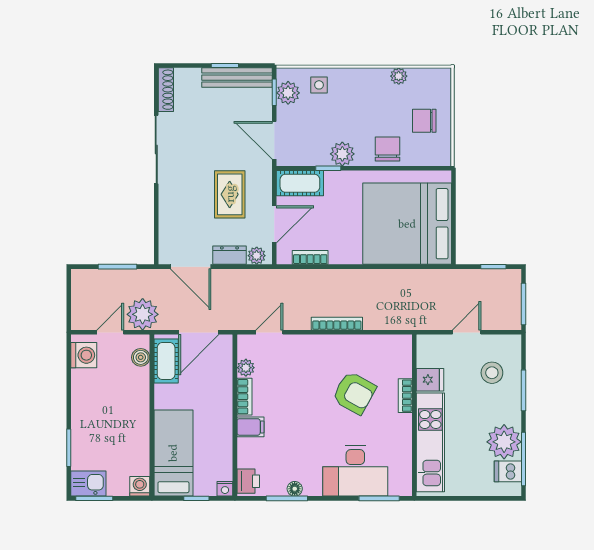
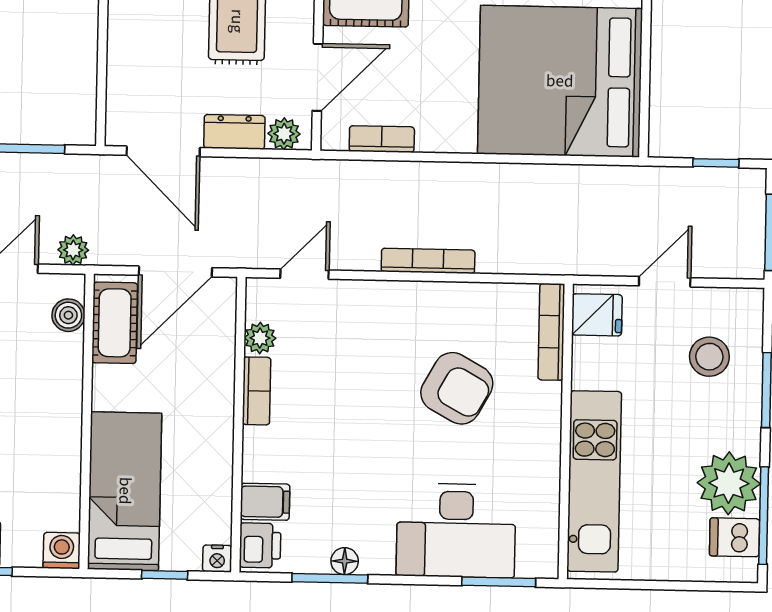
plant: (143, 314) -> (73, 250), width x0.53, depth x0.53
fridge: (430, 380) -> (597, 315), moved
bookcase: (405, 396) -> (551, 332), moved, width x1.56
filing cabinet: (250, 427) -> (265, 502), moved

